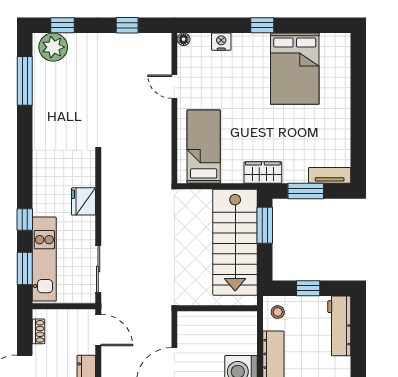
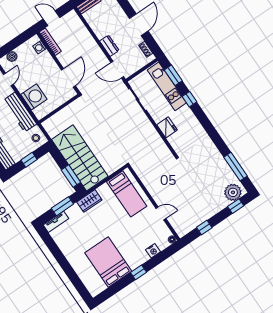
wall: (217, 308) -> (59, 109), moved

